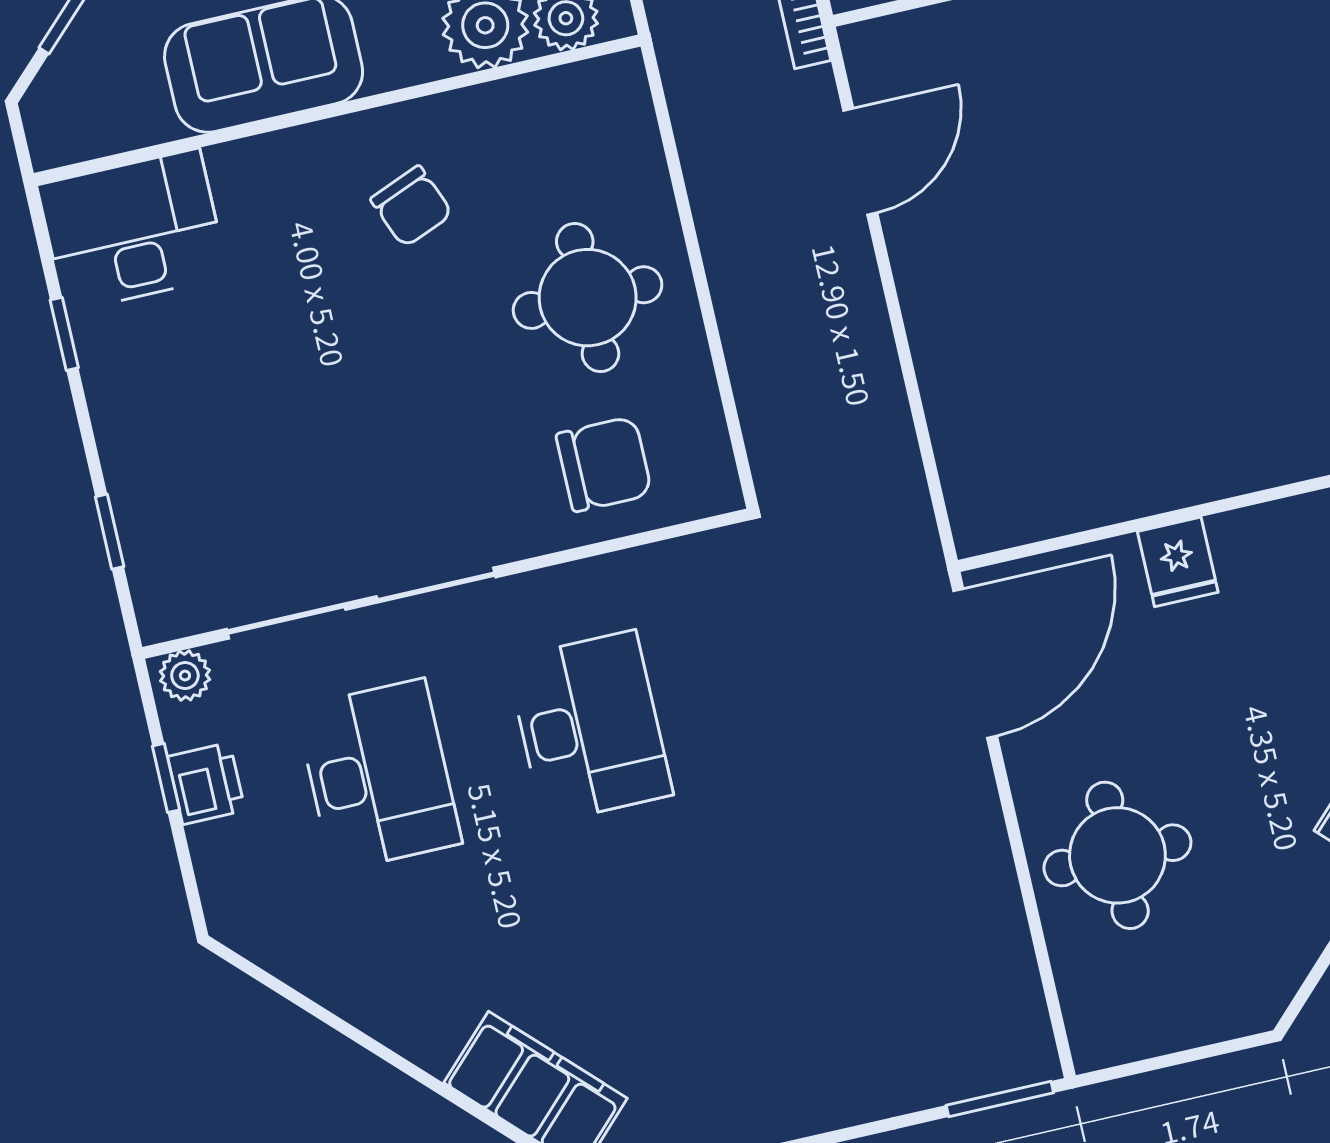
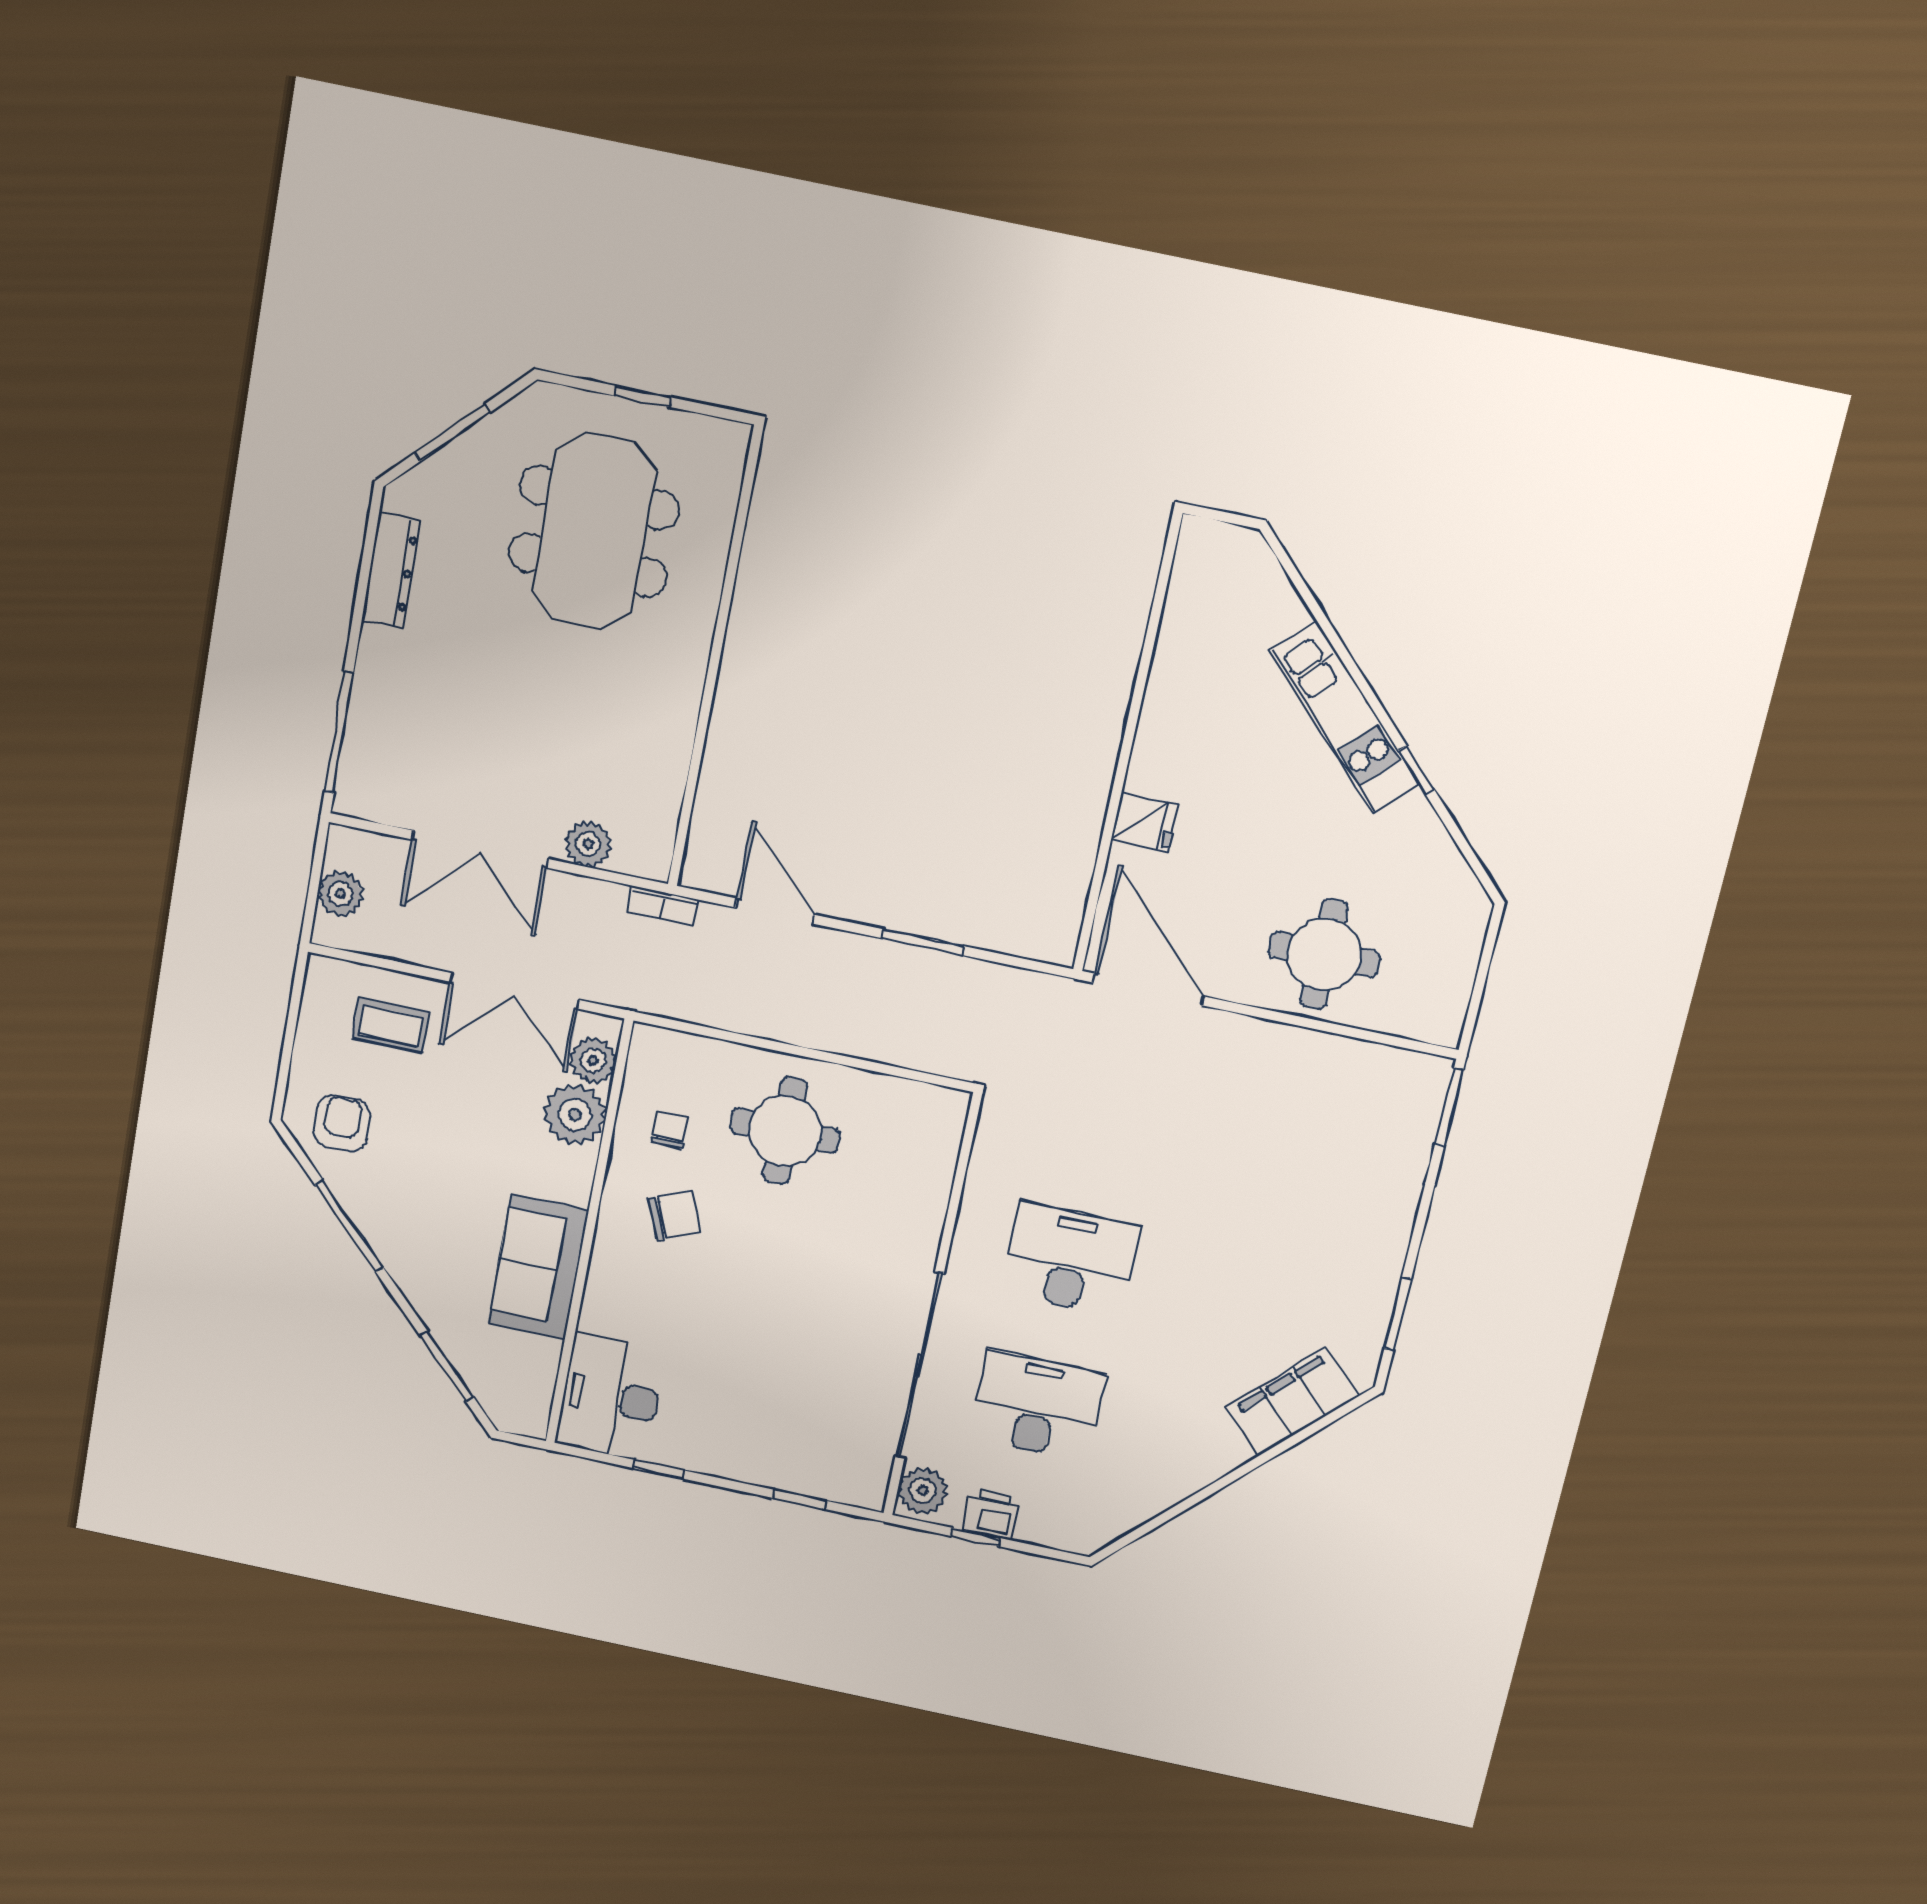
window: (906, 360) -> (923, 942), added
chair: (604, 464) -> (670, 1130), moved, width x0.54, depth x0.54
plant: (185, 676) -> (923, 1491), width x1.38, depth x1.38

